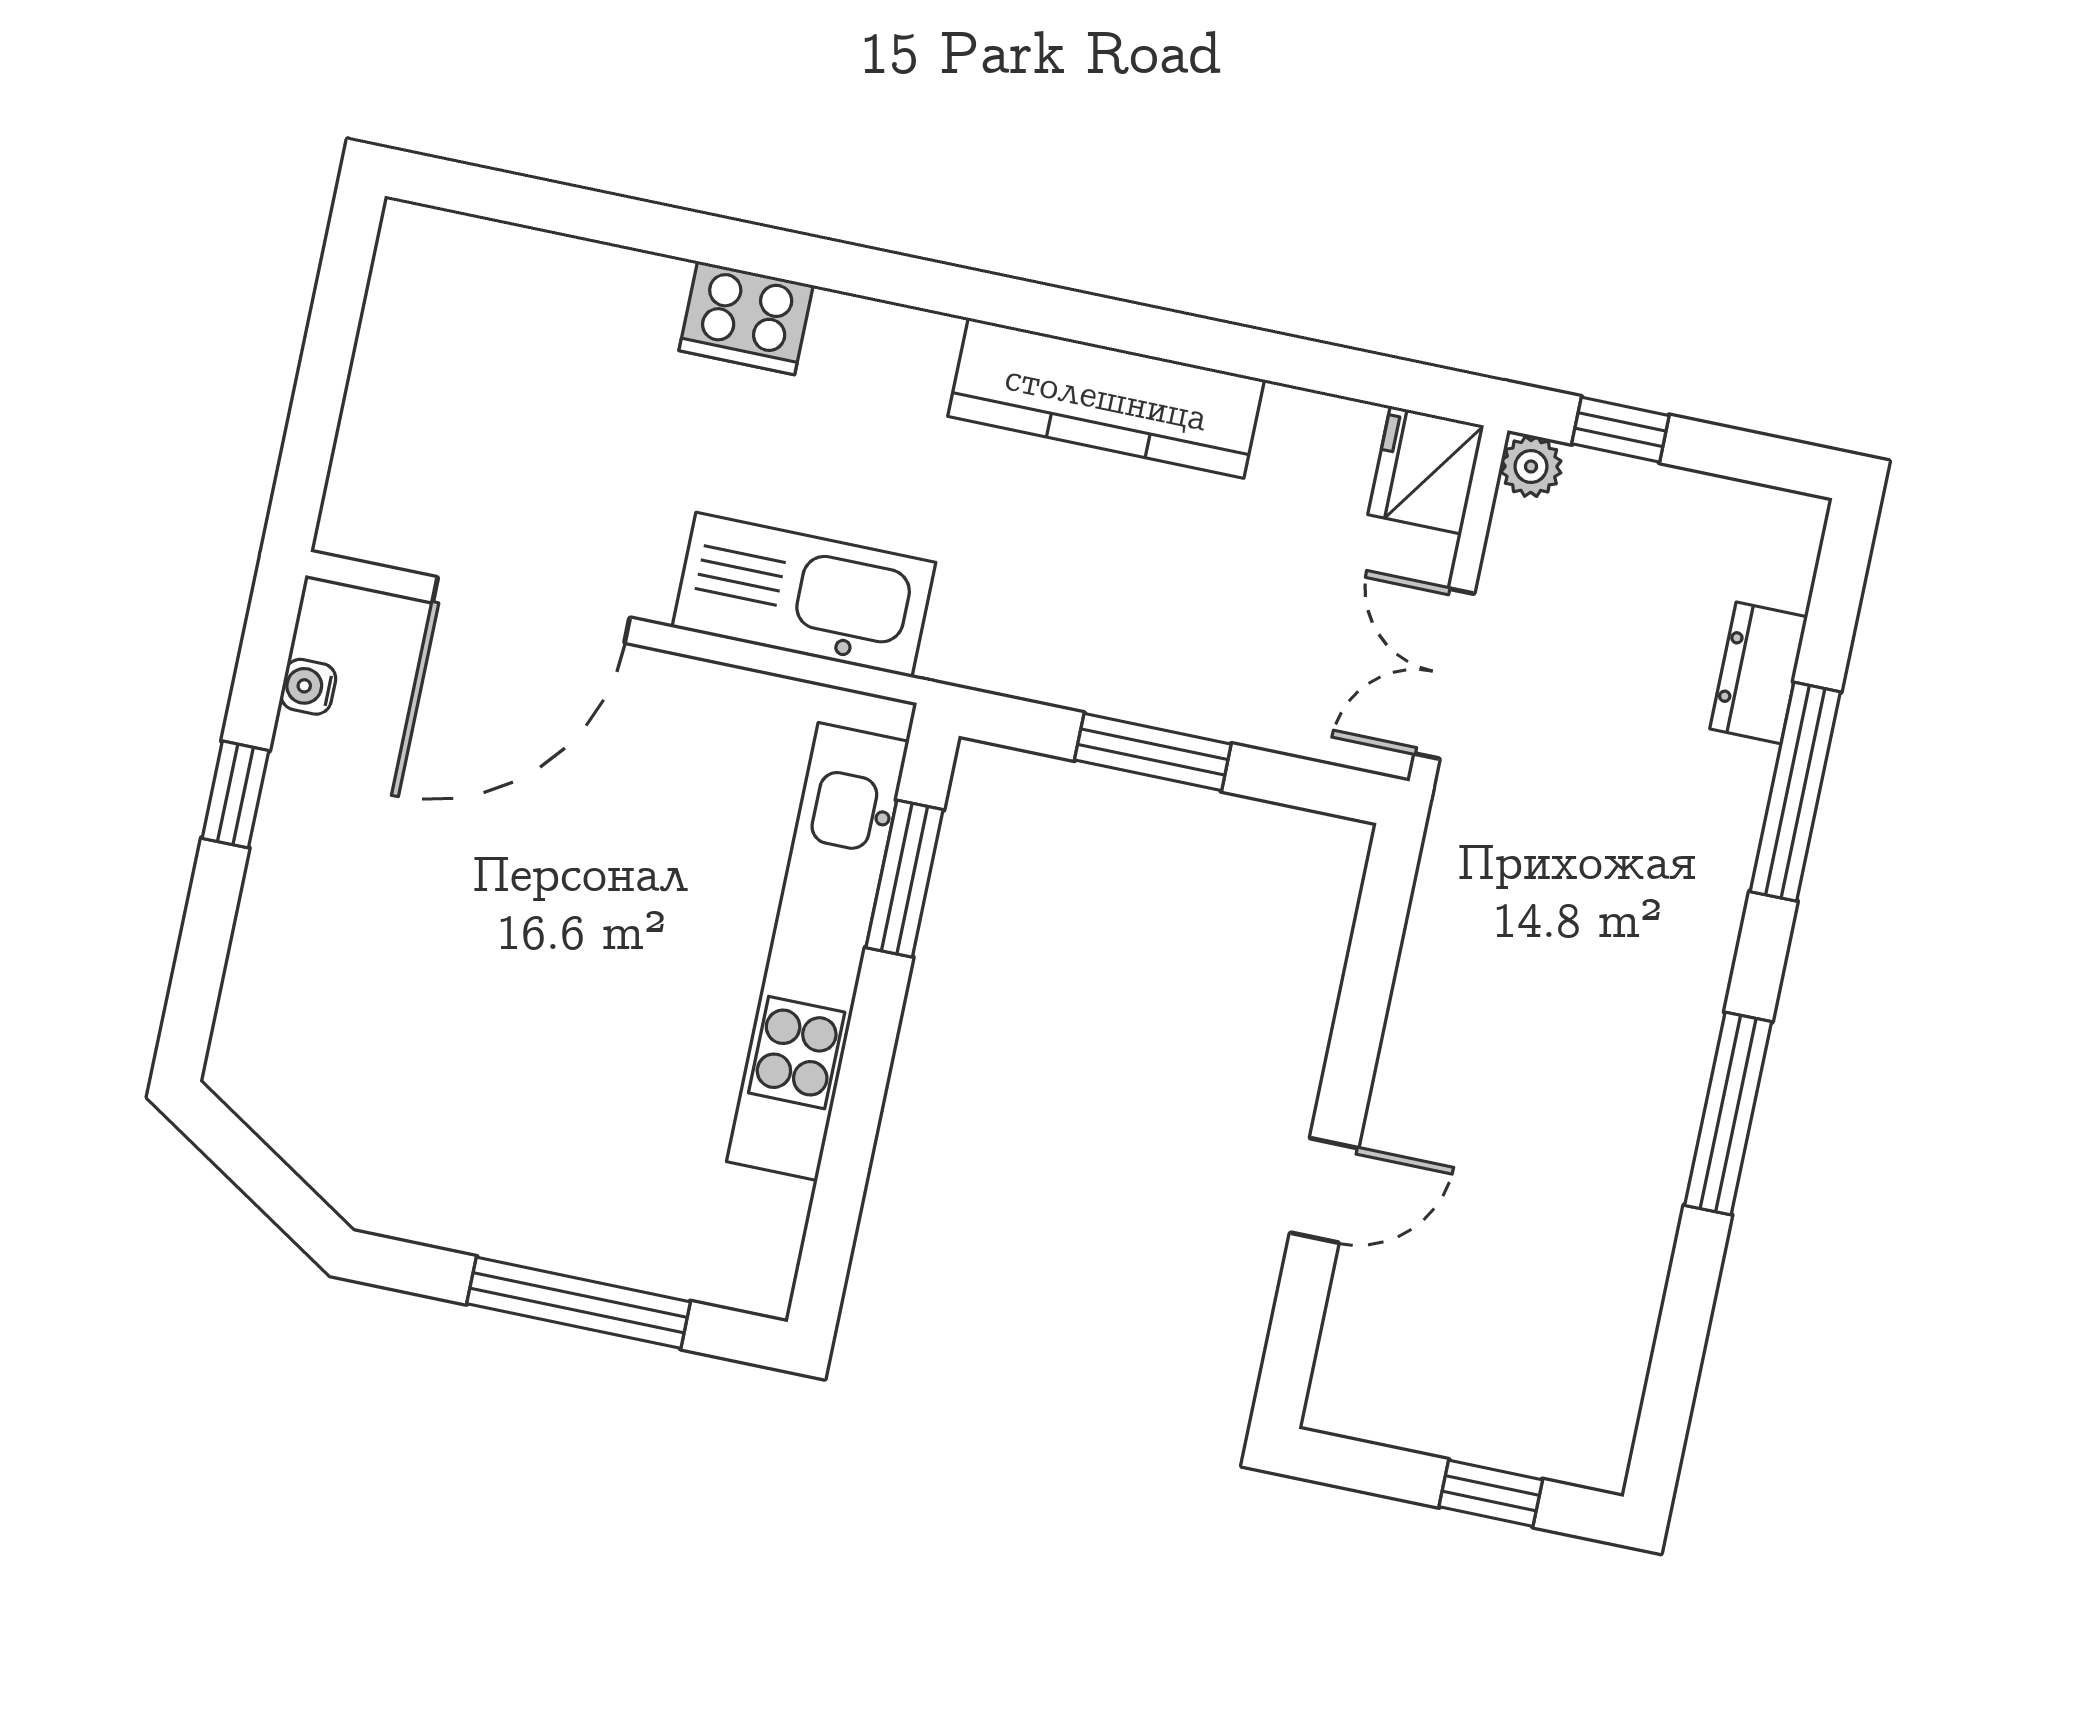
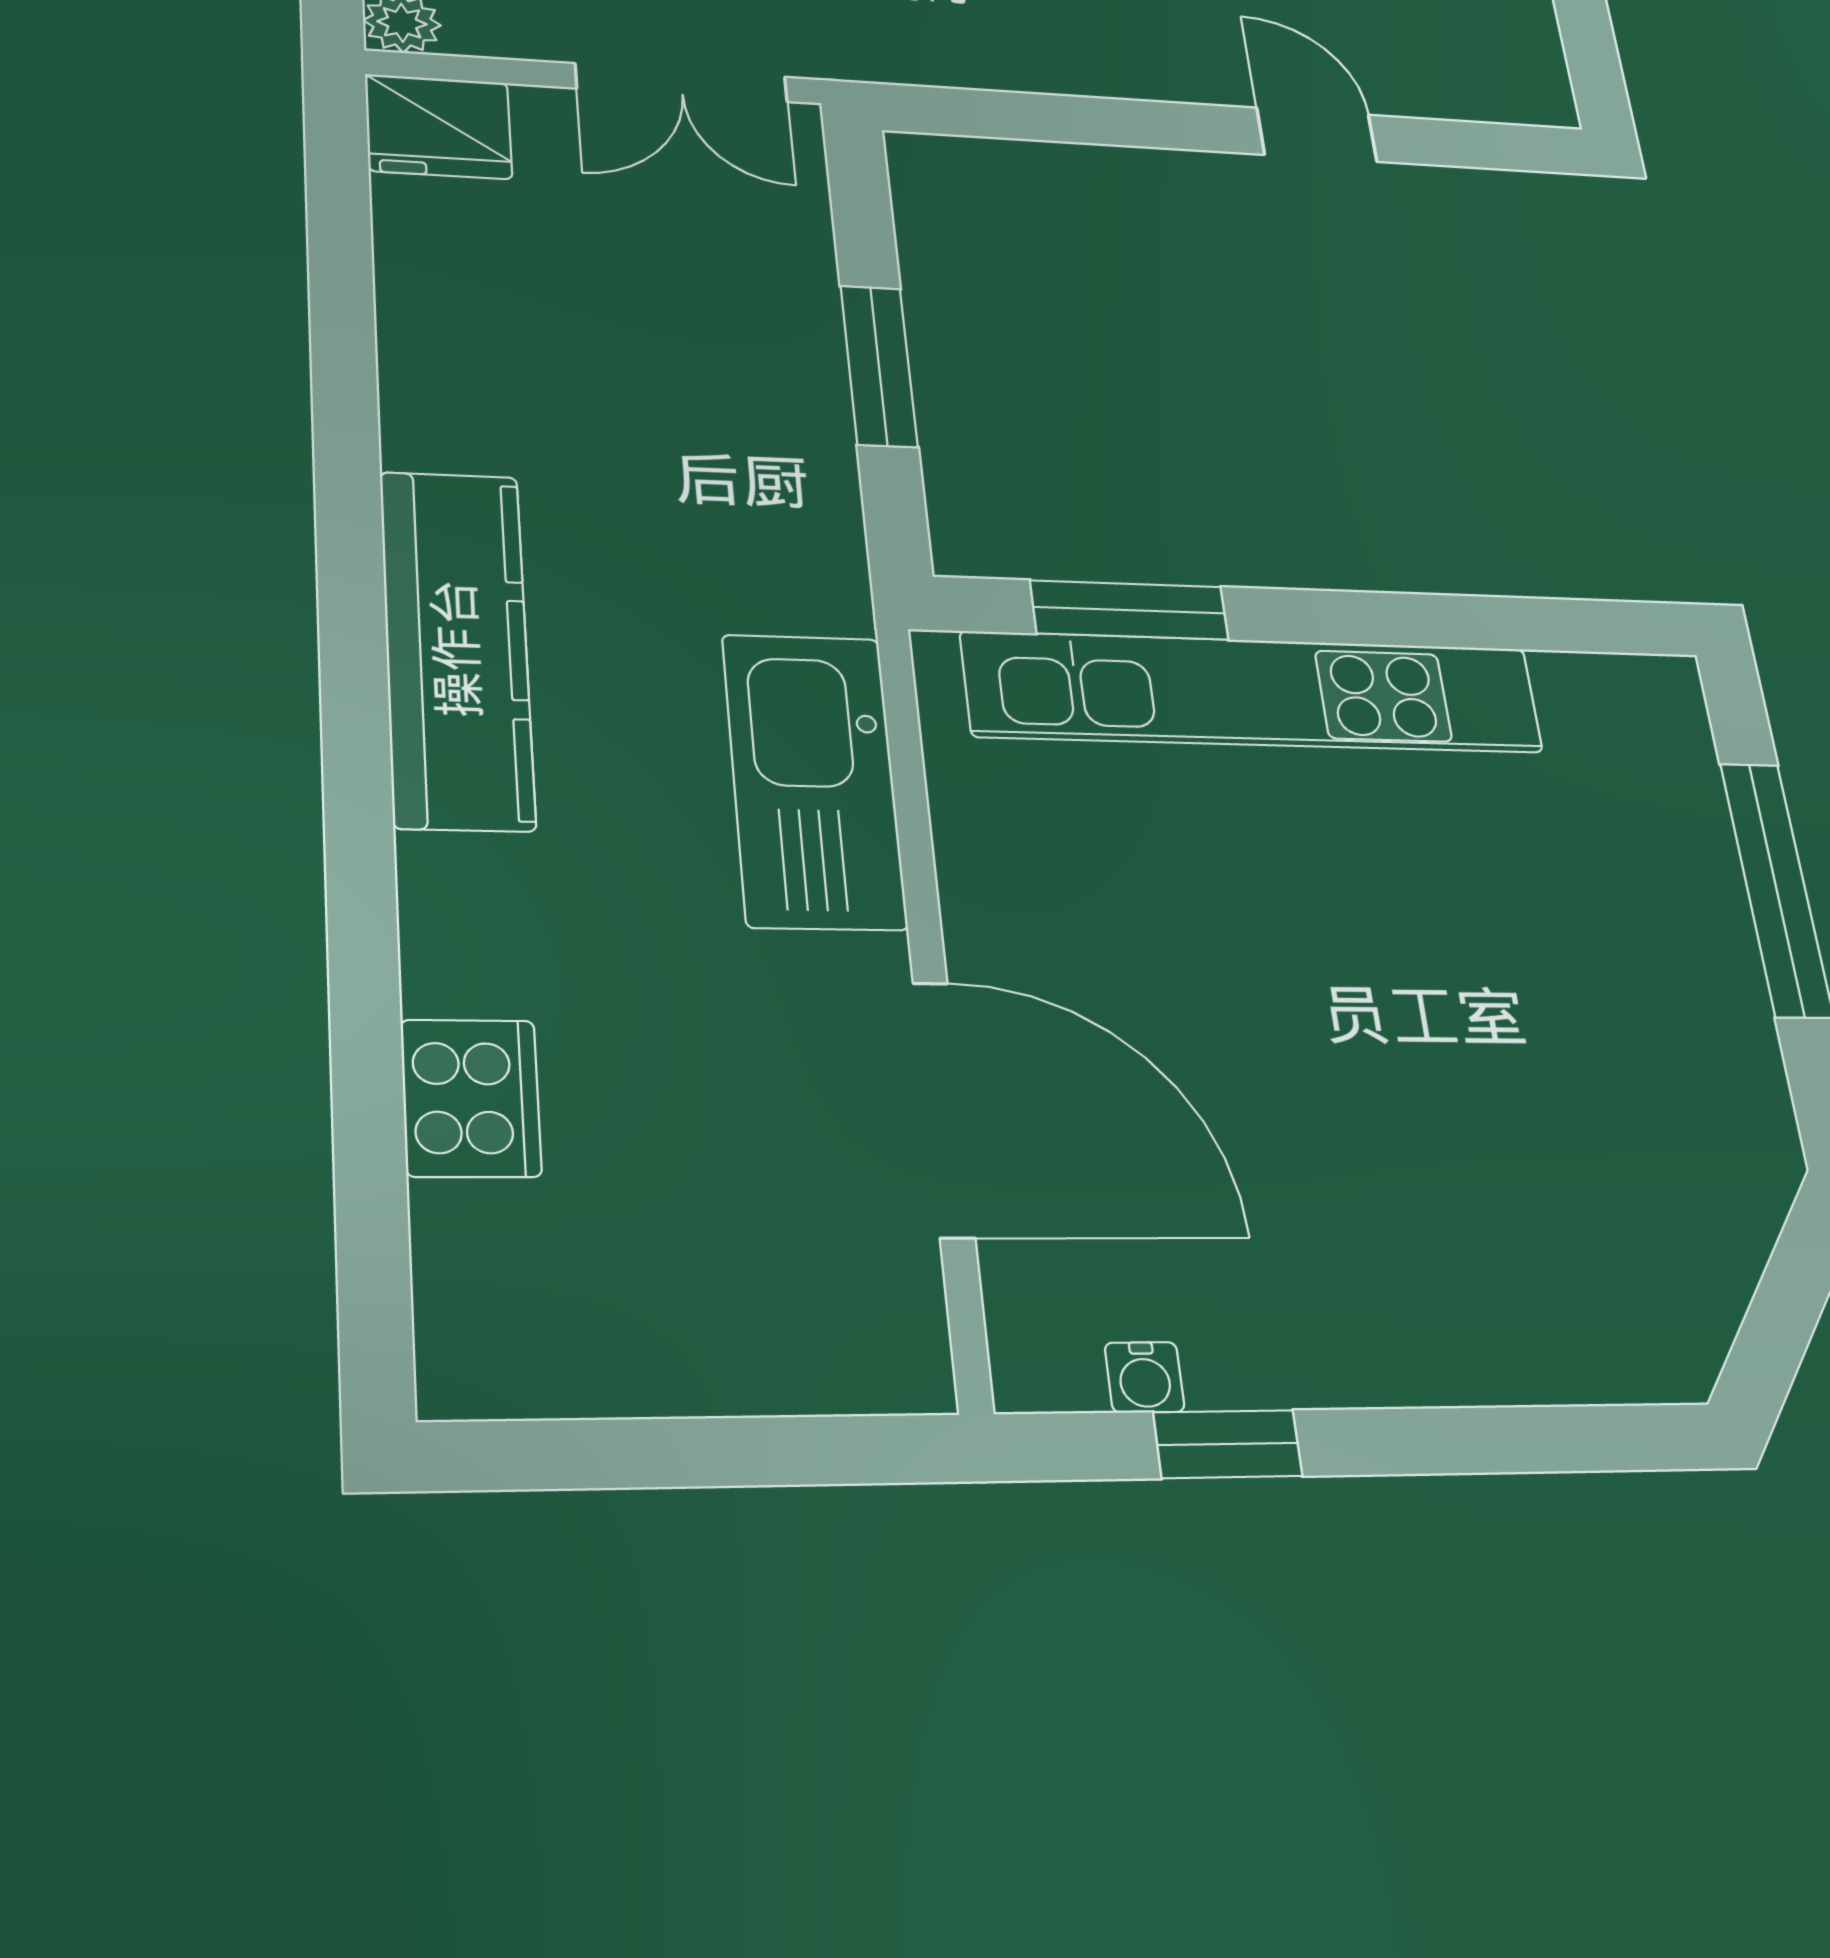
cooker: (746, 318) -> (471, 1098), moved
kitchen counter: (1106, 398) -> (457, 648), moved
window: (235, 794) -> (1228, 1444), moved

